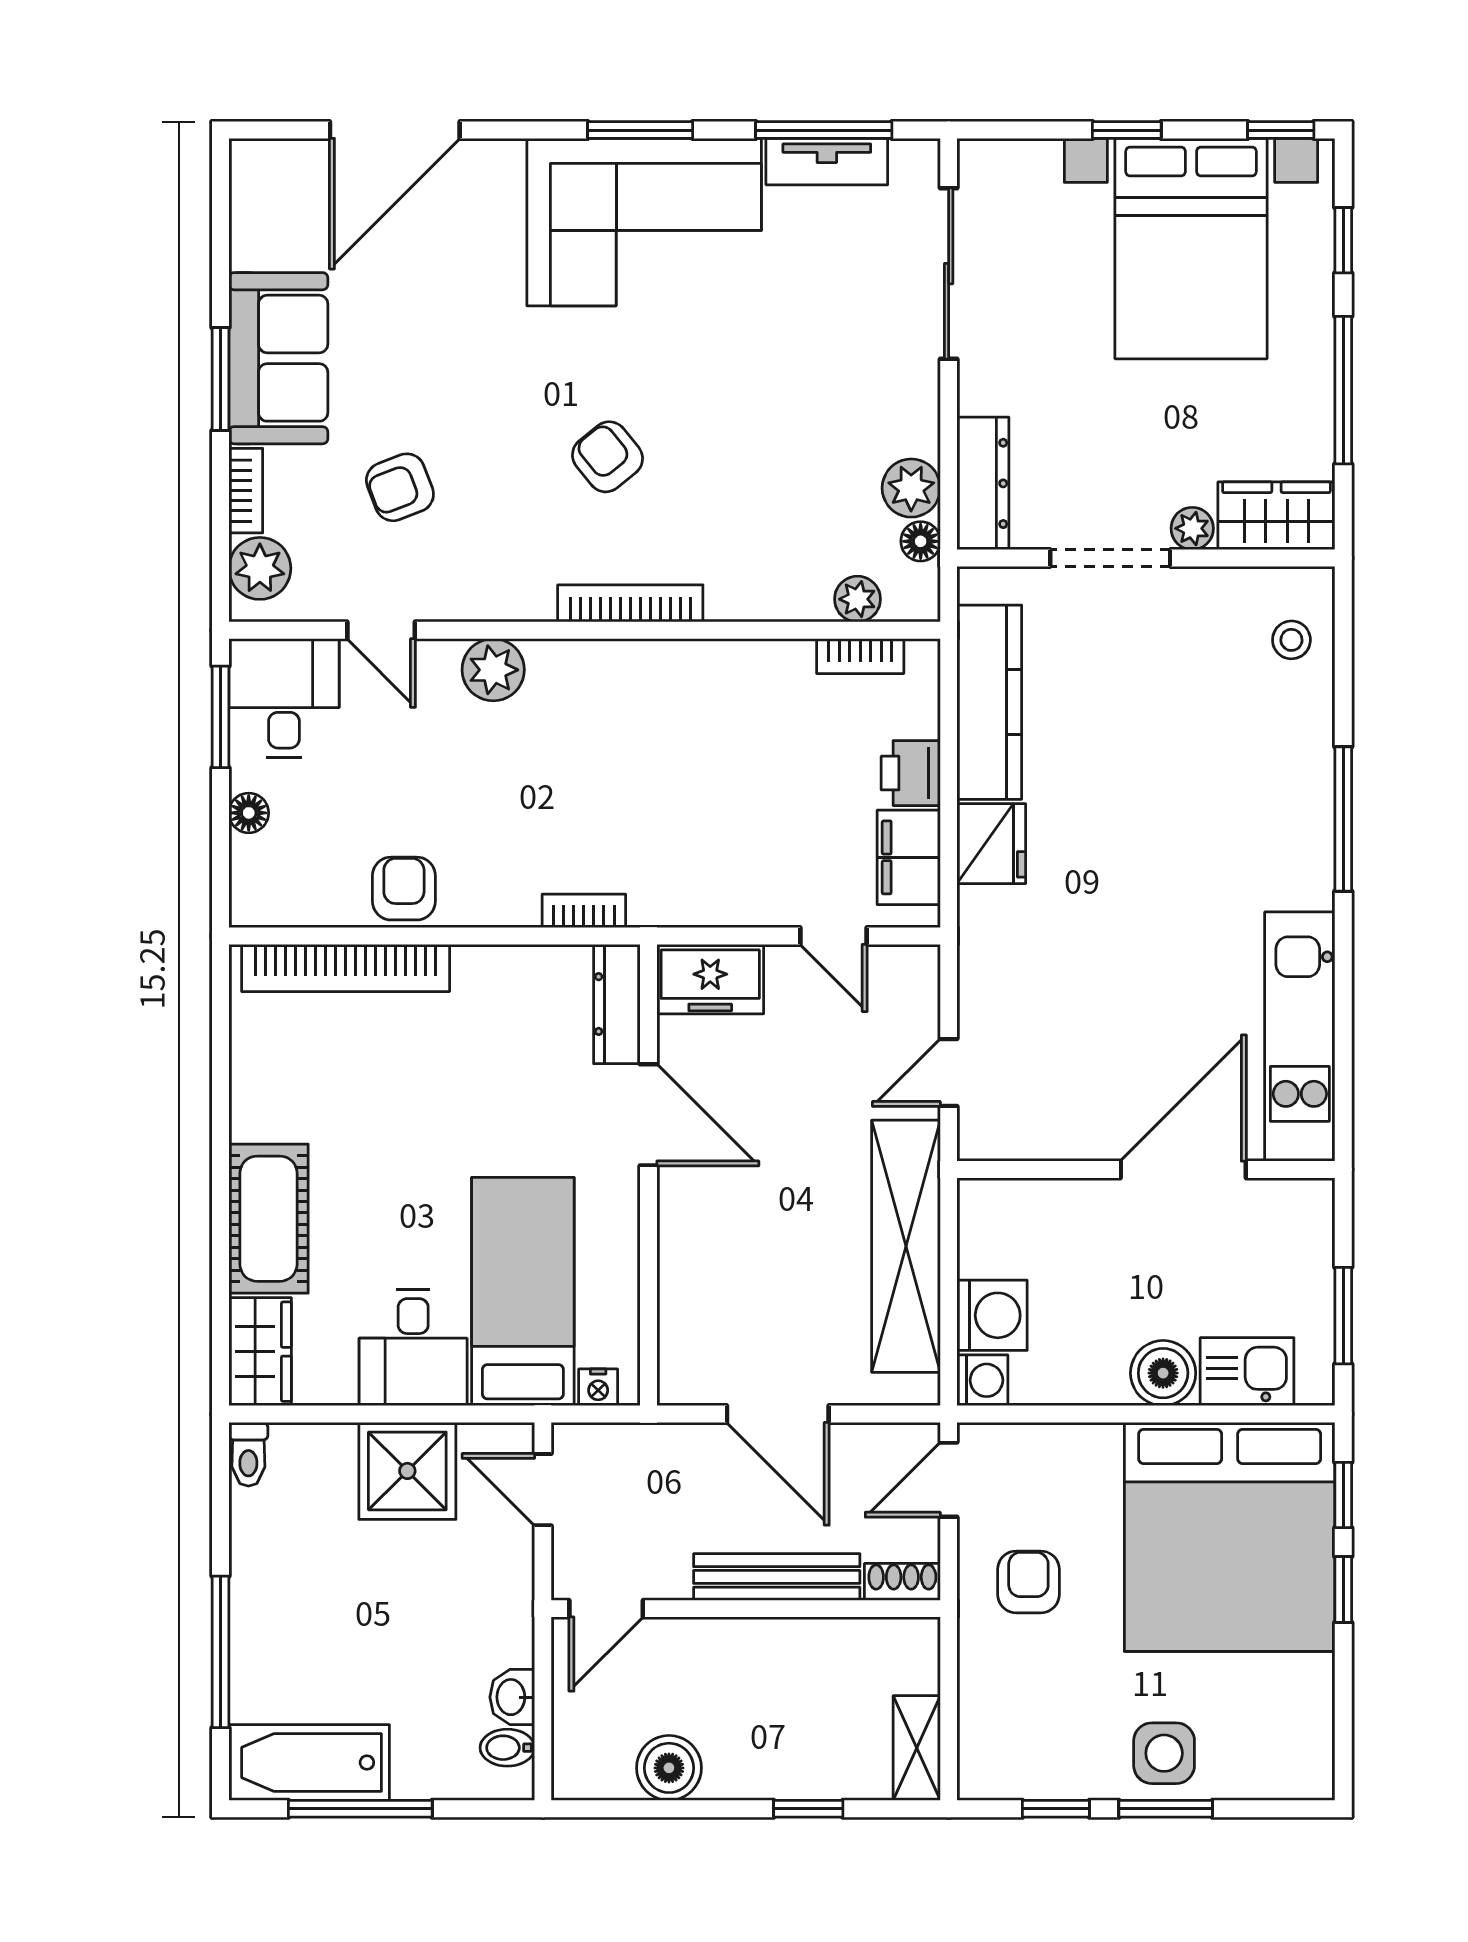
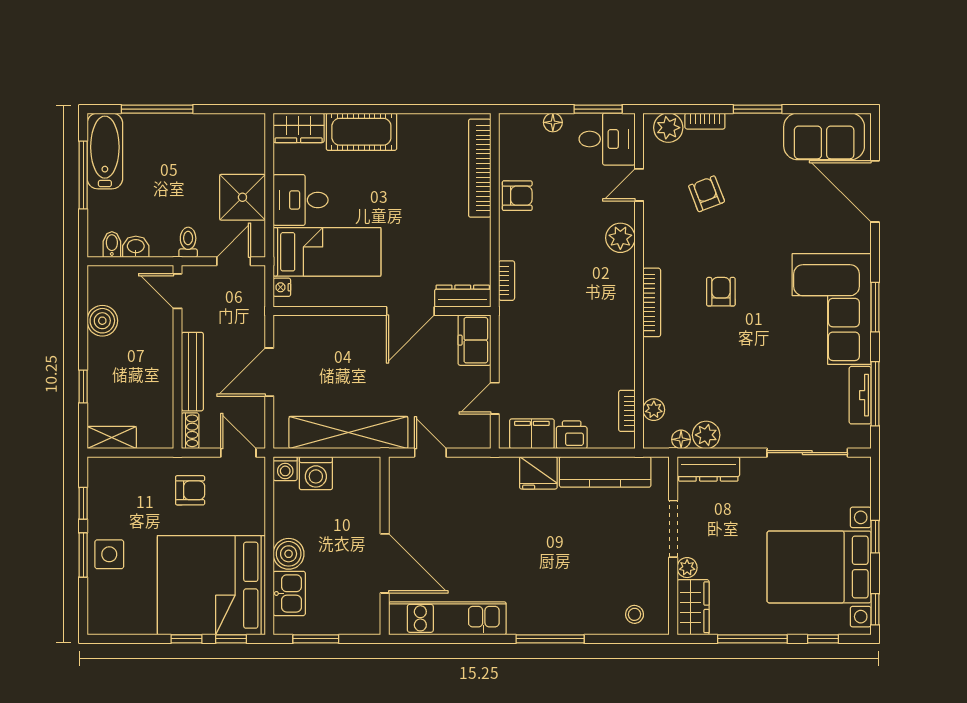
sofa: (278, 358) -> (824, 136), moved
armchair: (607, 457) -> (721, 292), turned -51
toilet: (248, 1454) -> (188, 242), moved, turned 90

